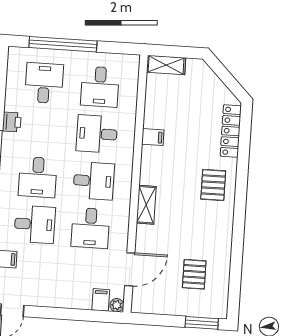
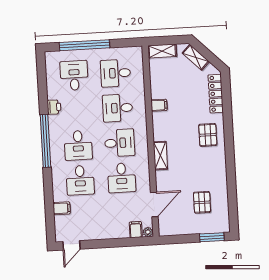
shelving: (210, 79) -> (196, 57), added
desk: (100, 87) -> (116, 73), turned 90
desk: (35, 224) -> (80, 180), turned 90

